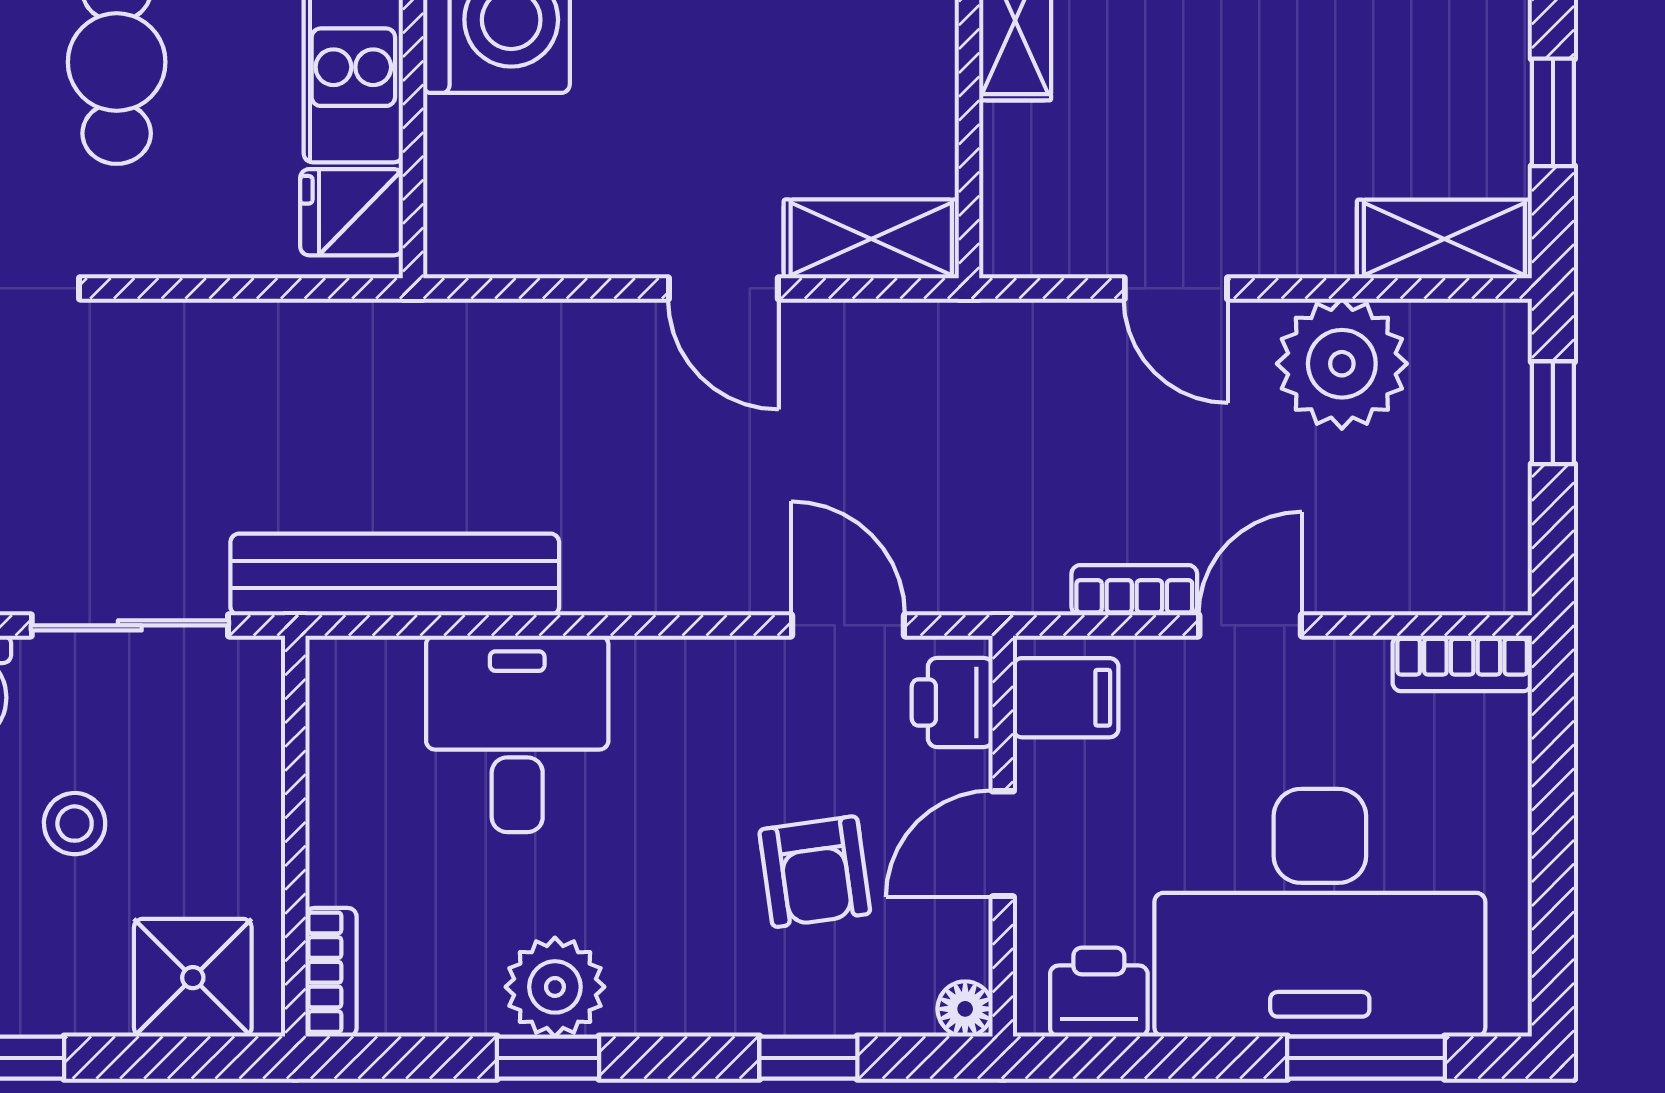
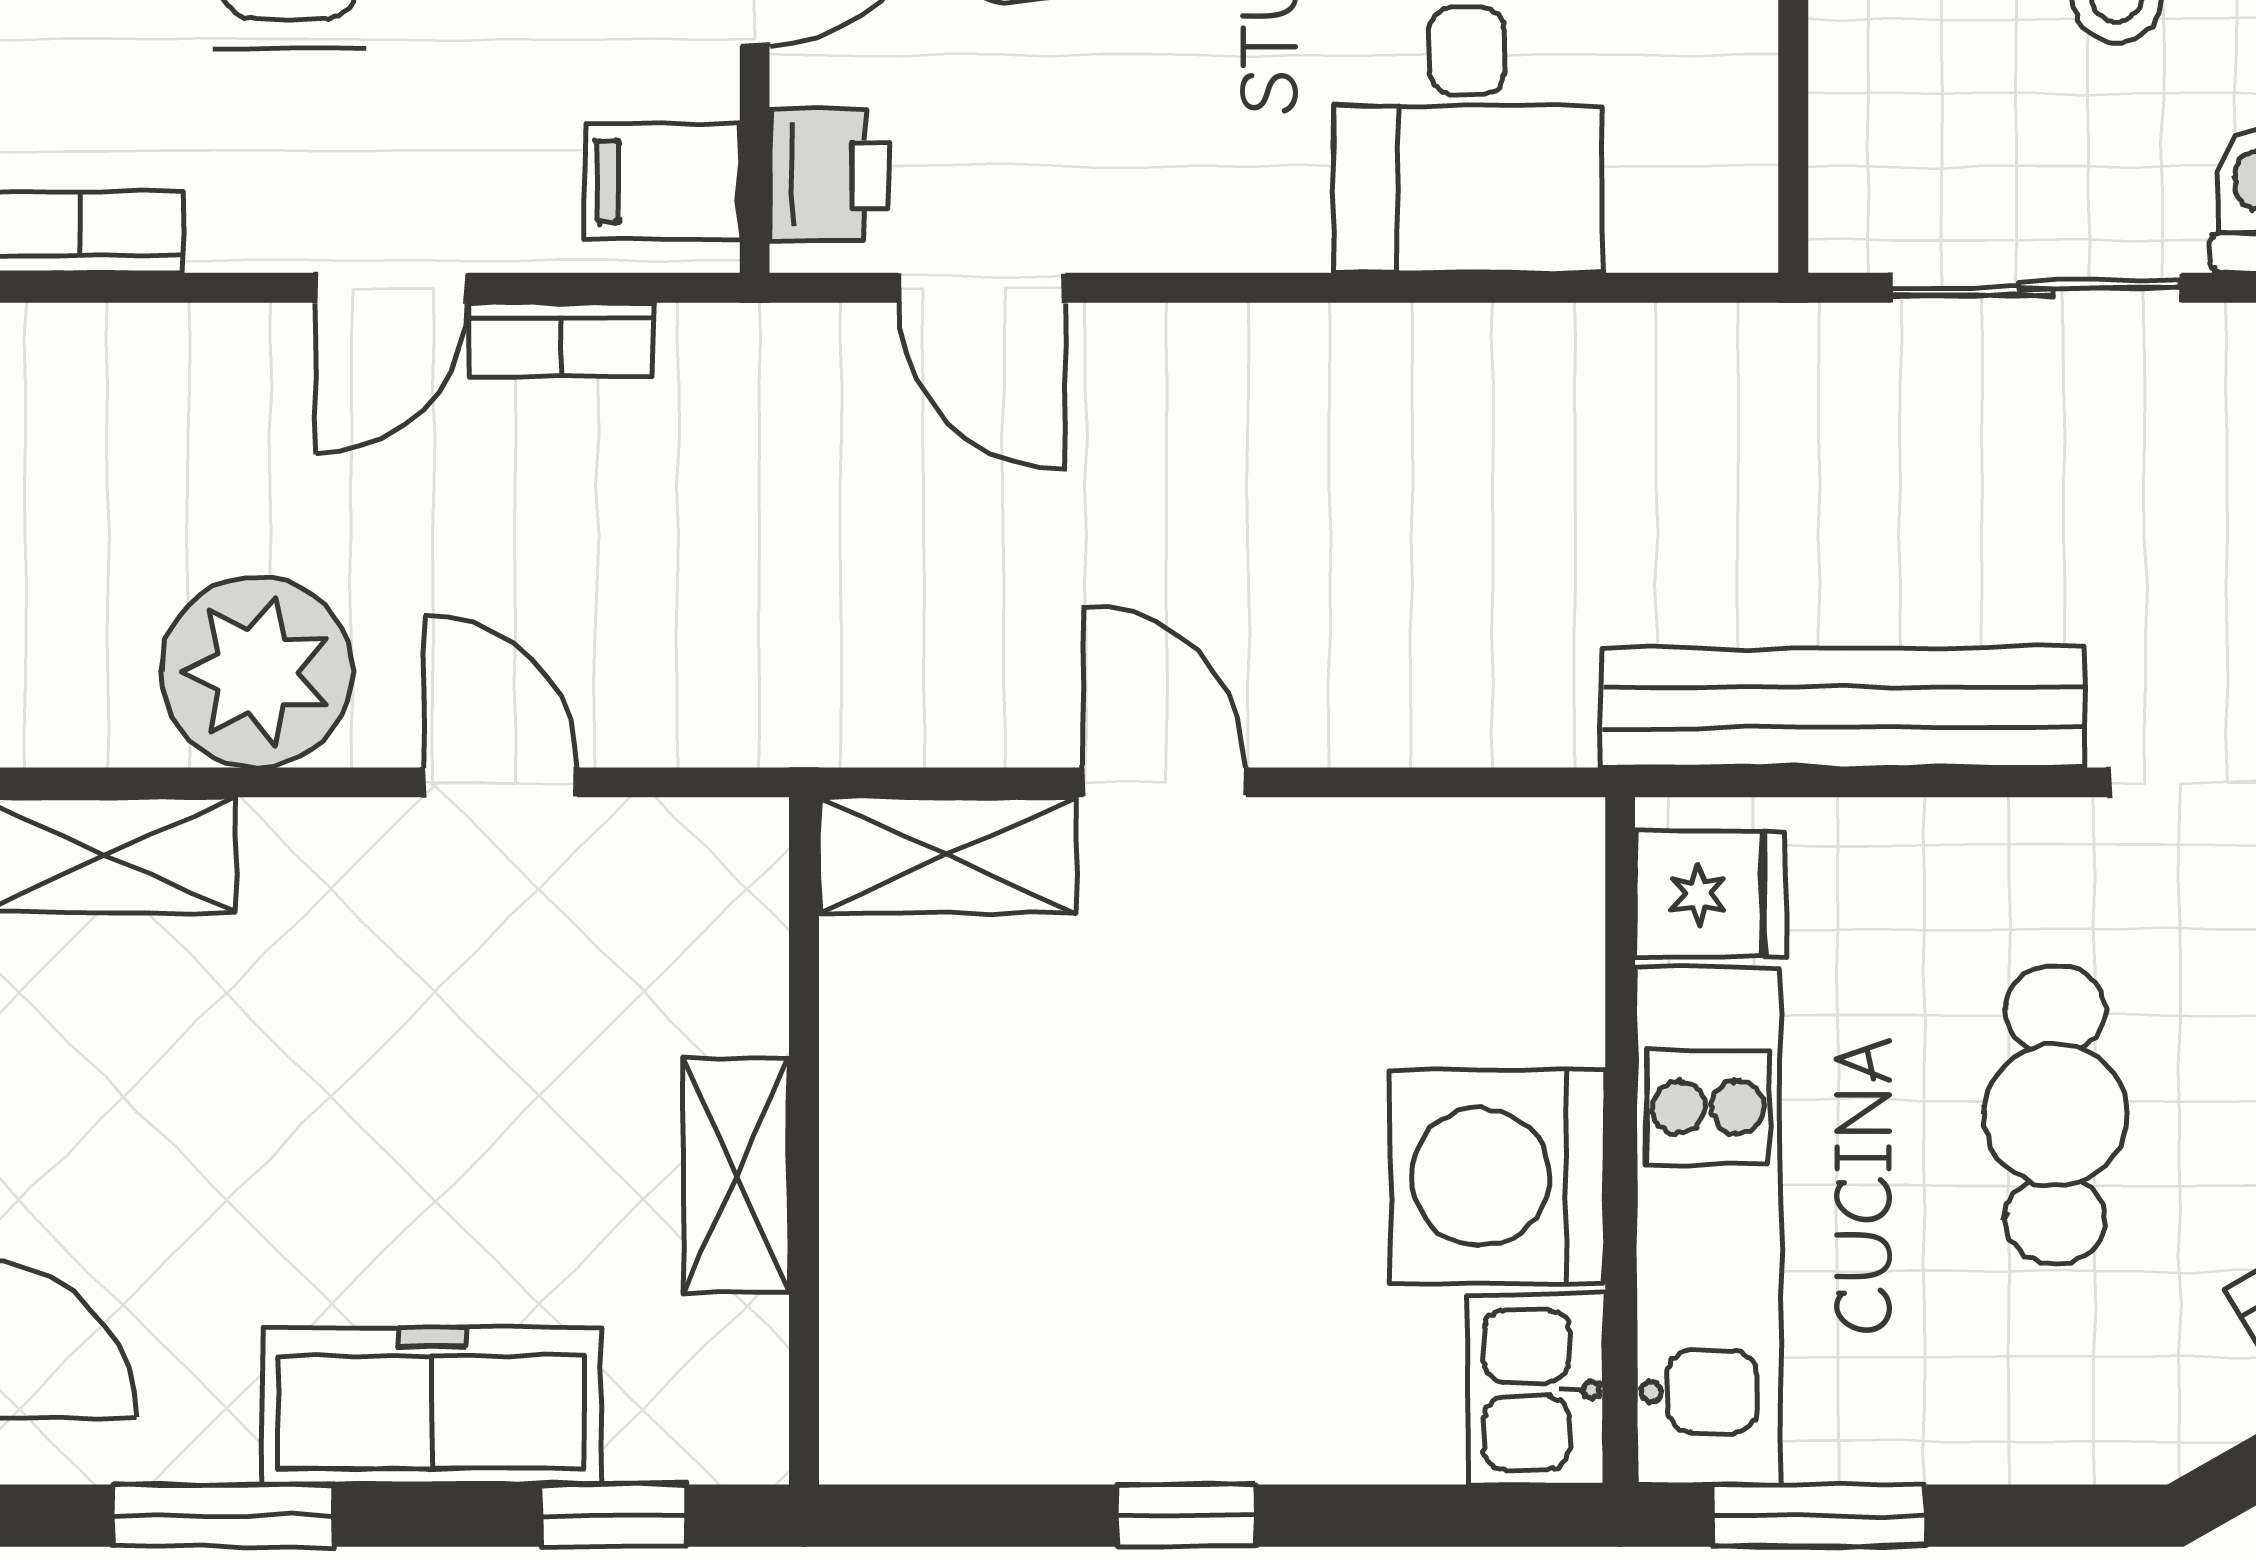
bench: (395, 574) -> (1843, 708), moved

